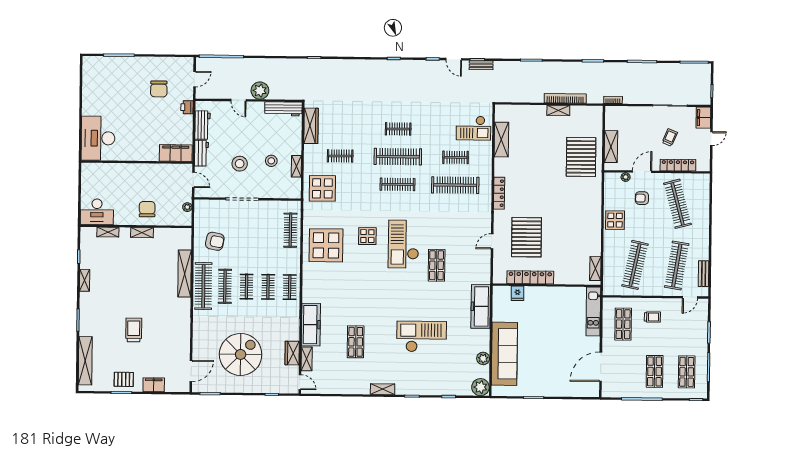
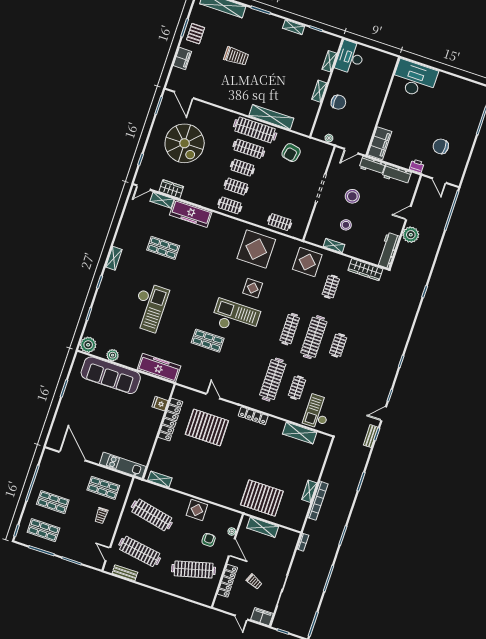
clothes rail: (290, 230) -> (280, 222), width x0.73

